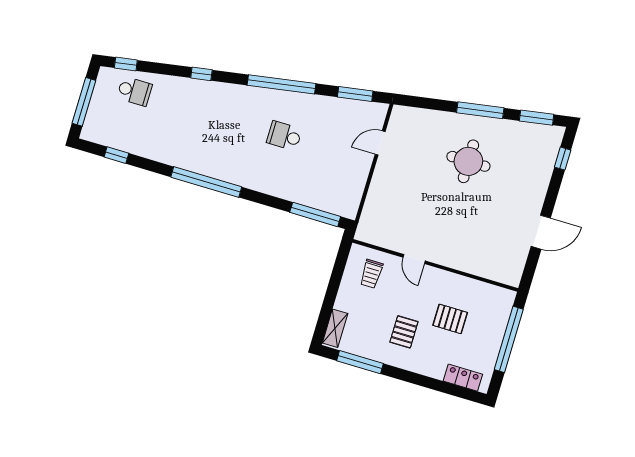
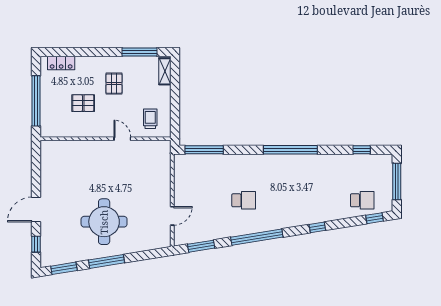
school desk: (134, 91) -> (362, 200), turned 180
round table: (468, 161) -> (104, 222), width x1.36, depth x1.36
door: (541, 232) -> (36, 209), moved

